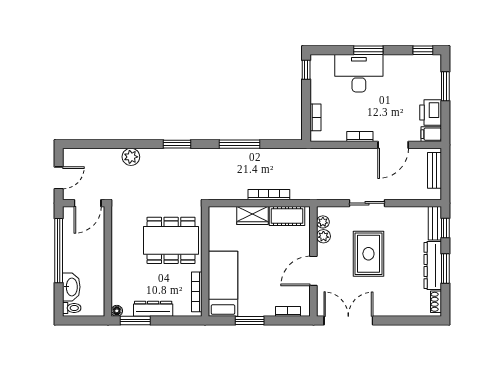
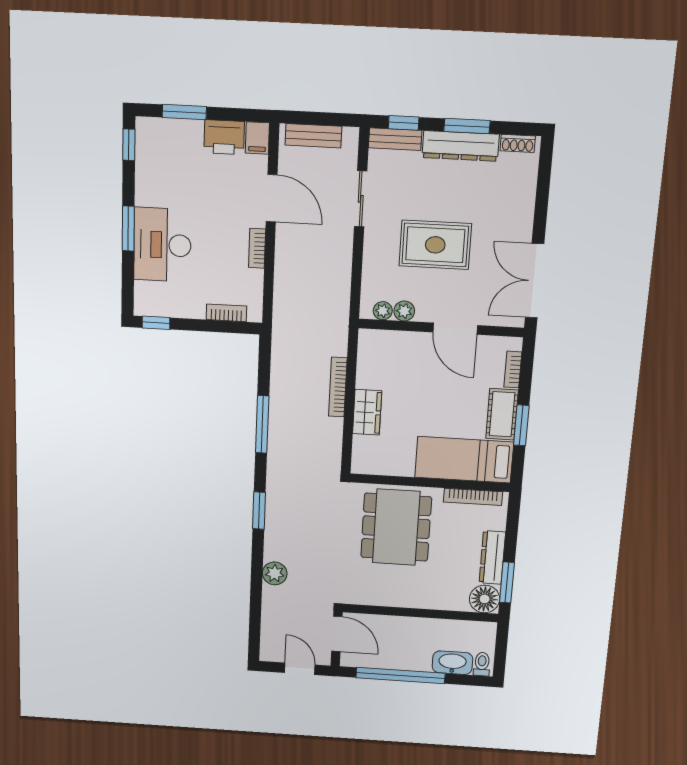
sliding door: (367, 203) -> (361, 199), moved
cot: (287, 216) -> (502, 414), moved
floor lamp: (117, 311) -> (485, 599), width x1.89, depth x1.89

